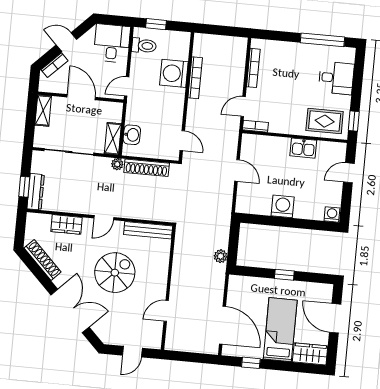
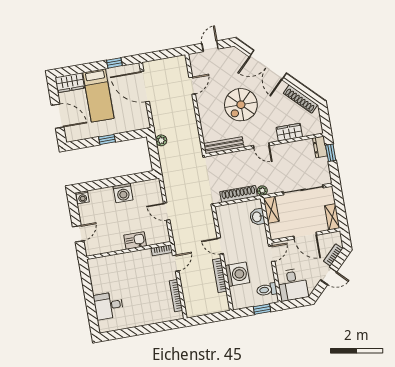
window: (322, 40) -> (128, 333), removed
rug: (325, 121) -> (108, 269), removed
window: (354, 121) -> (85, 275), removed
door: (182, 141) -> (220, 246), moved
kitchen sink: (303, 148) -> (135, 241), moved
dresser: (36, 192) -> (320, 147), width x0.70
door: (104, 218) -> (261, 146), swing flipped

